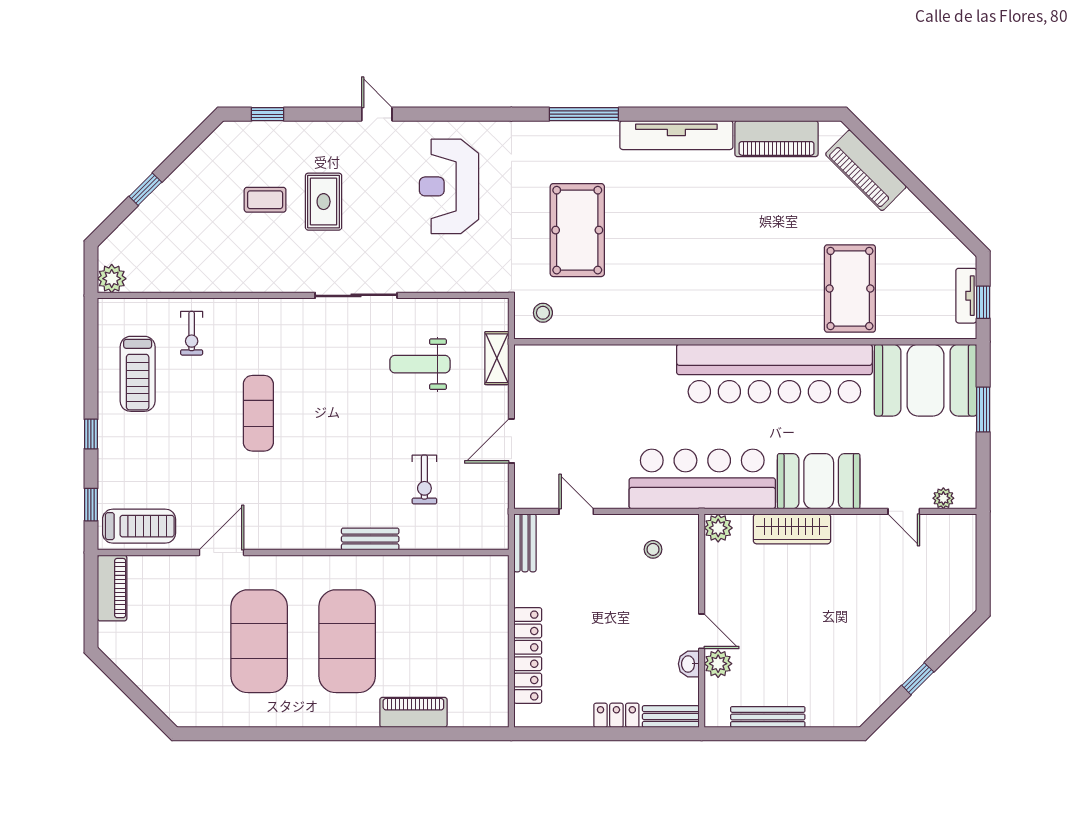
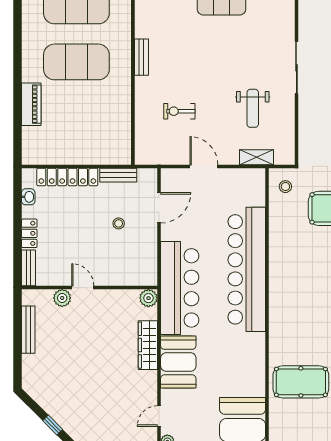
weight bench: (420, 364) -> (253, 108), turned 180
bar counter: (774, 374) -> (247, 269), moved
door: (576, 511) -> (159, 208), width x1.38
bench: (370, 539) -> (141, 57), moved
bench: (525, 543) -> (118, 175), moved
stool: (653, 549) -> (119, 223), moved
door: (702, 631) -> (83, 288), swing flipped
washbasin: (689, 664) -> (28, 197), moved, turned 90

